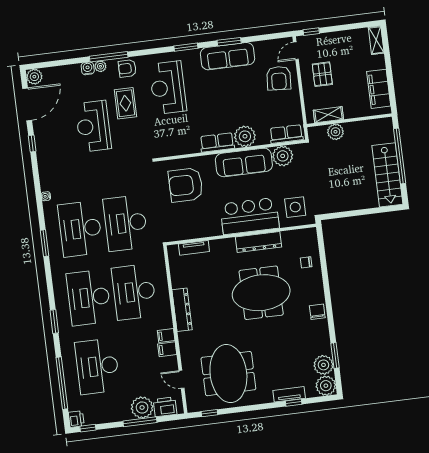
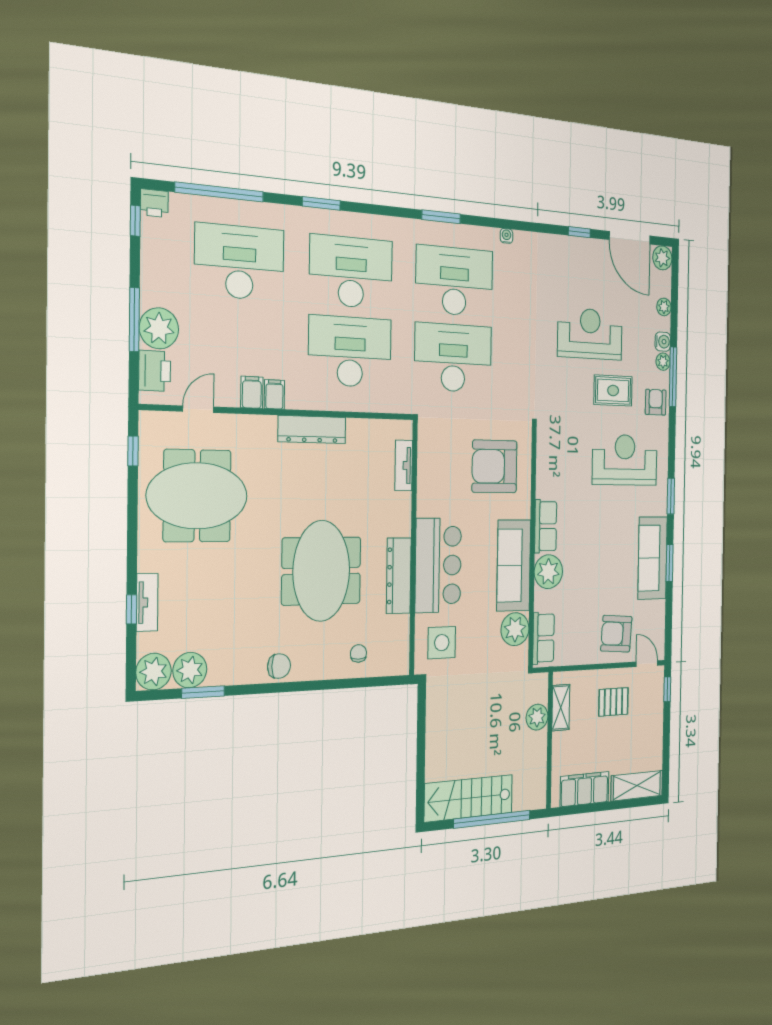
shelving: (376, 40) -> (637, 786), width x1.50, depth x1.33
plant: (65, 71) -> (664, 307), added
armchair: (186, 185) -> (495, 466), turned -90

